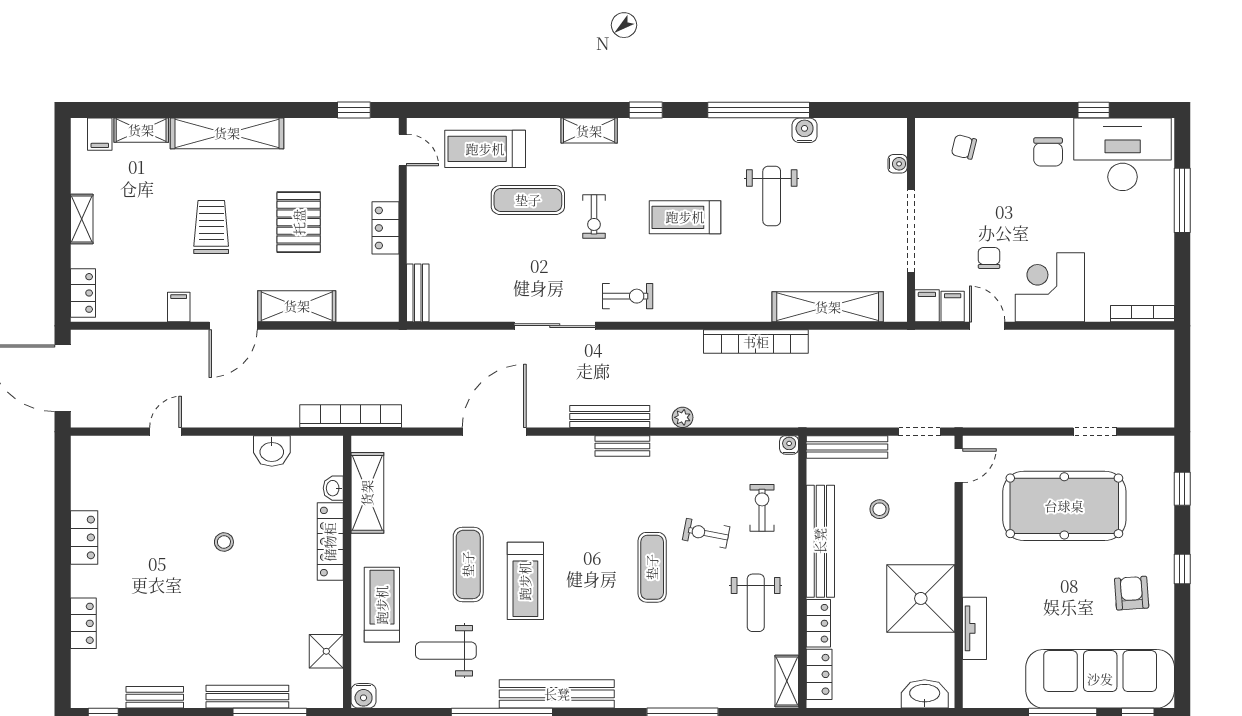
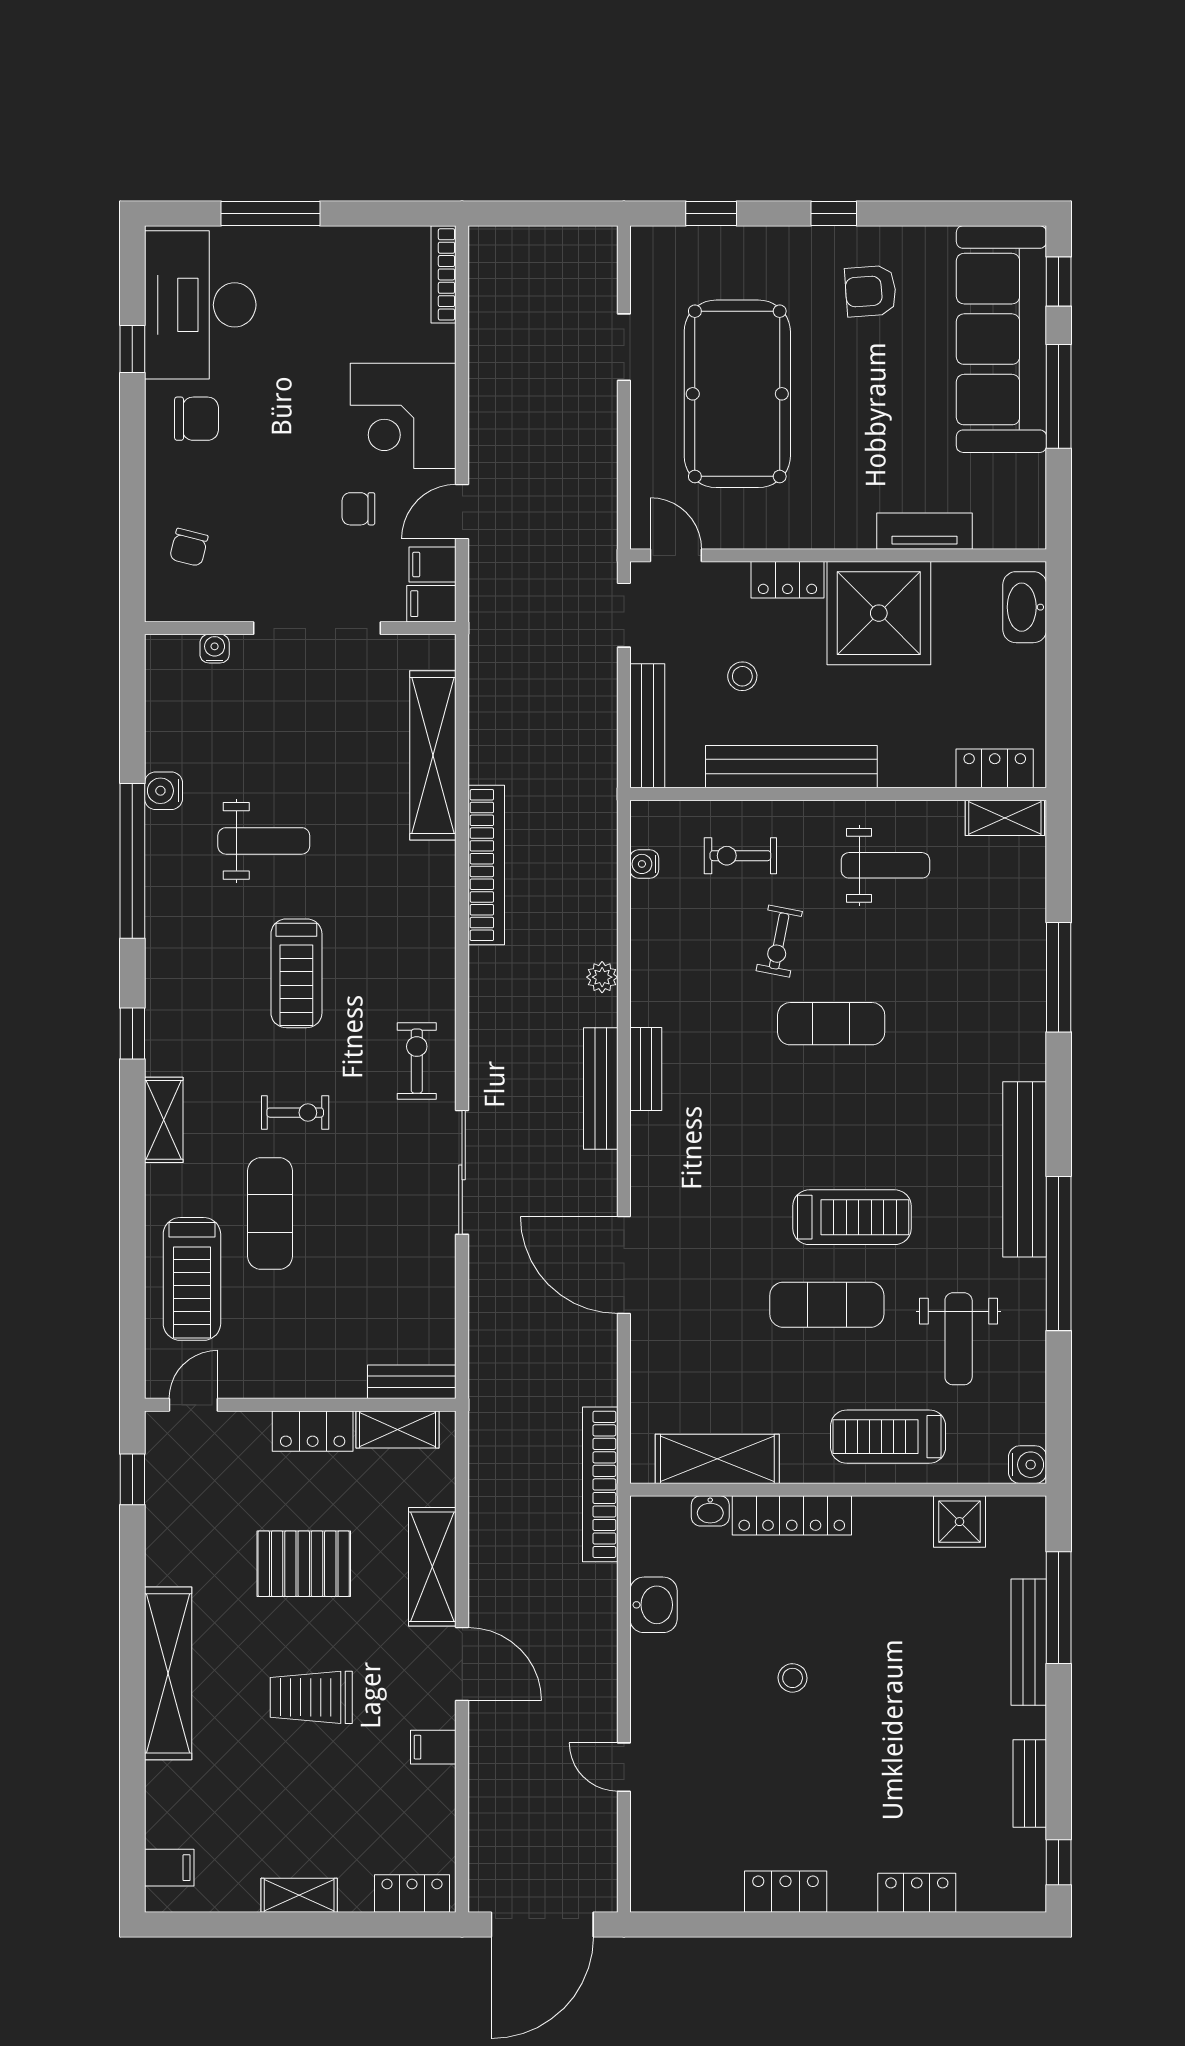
shelving: (141, 130) -> (397, 1429), moved, turned 90
water cooler: (789, 445) -> (644, 864), moved
locker: (818, 623) -> (787, 580), moved, turned 180

